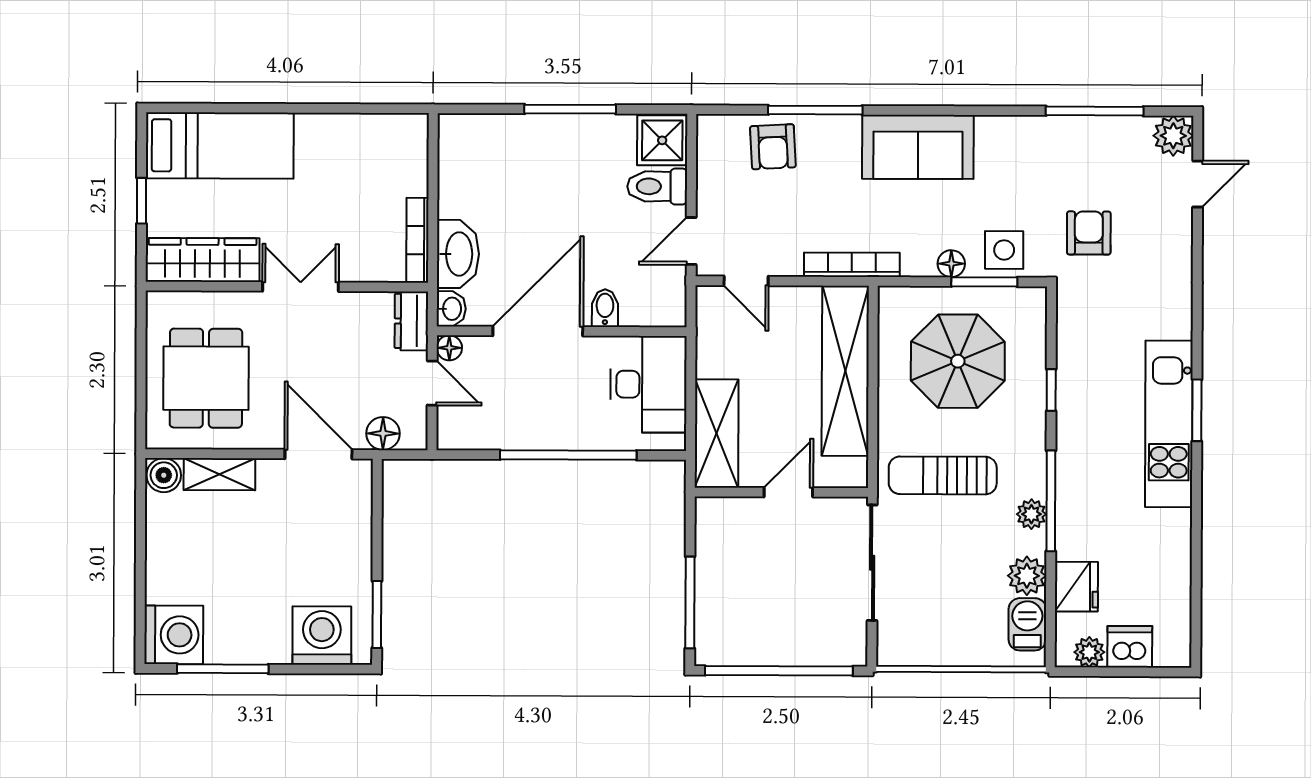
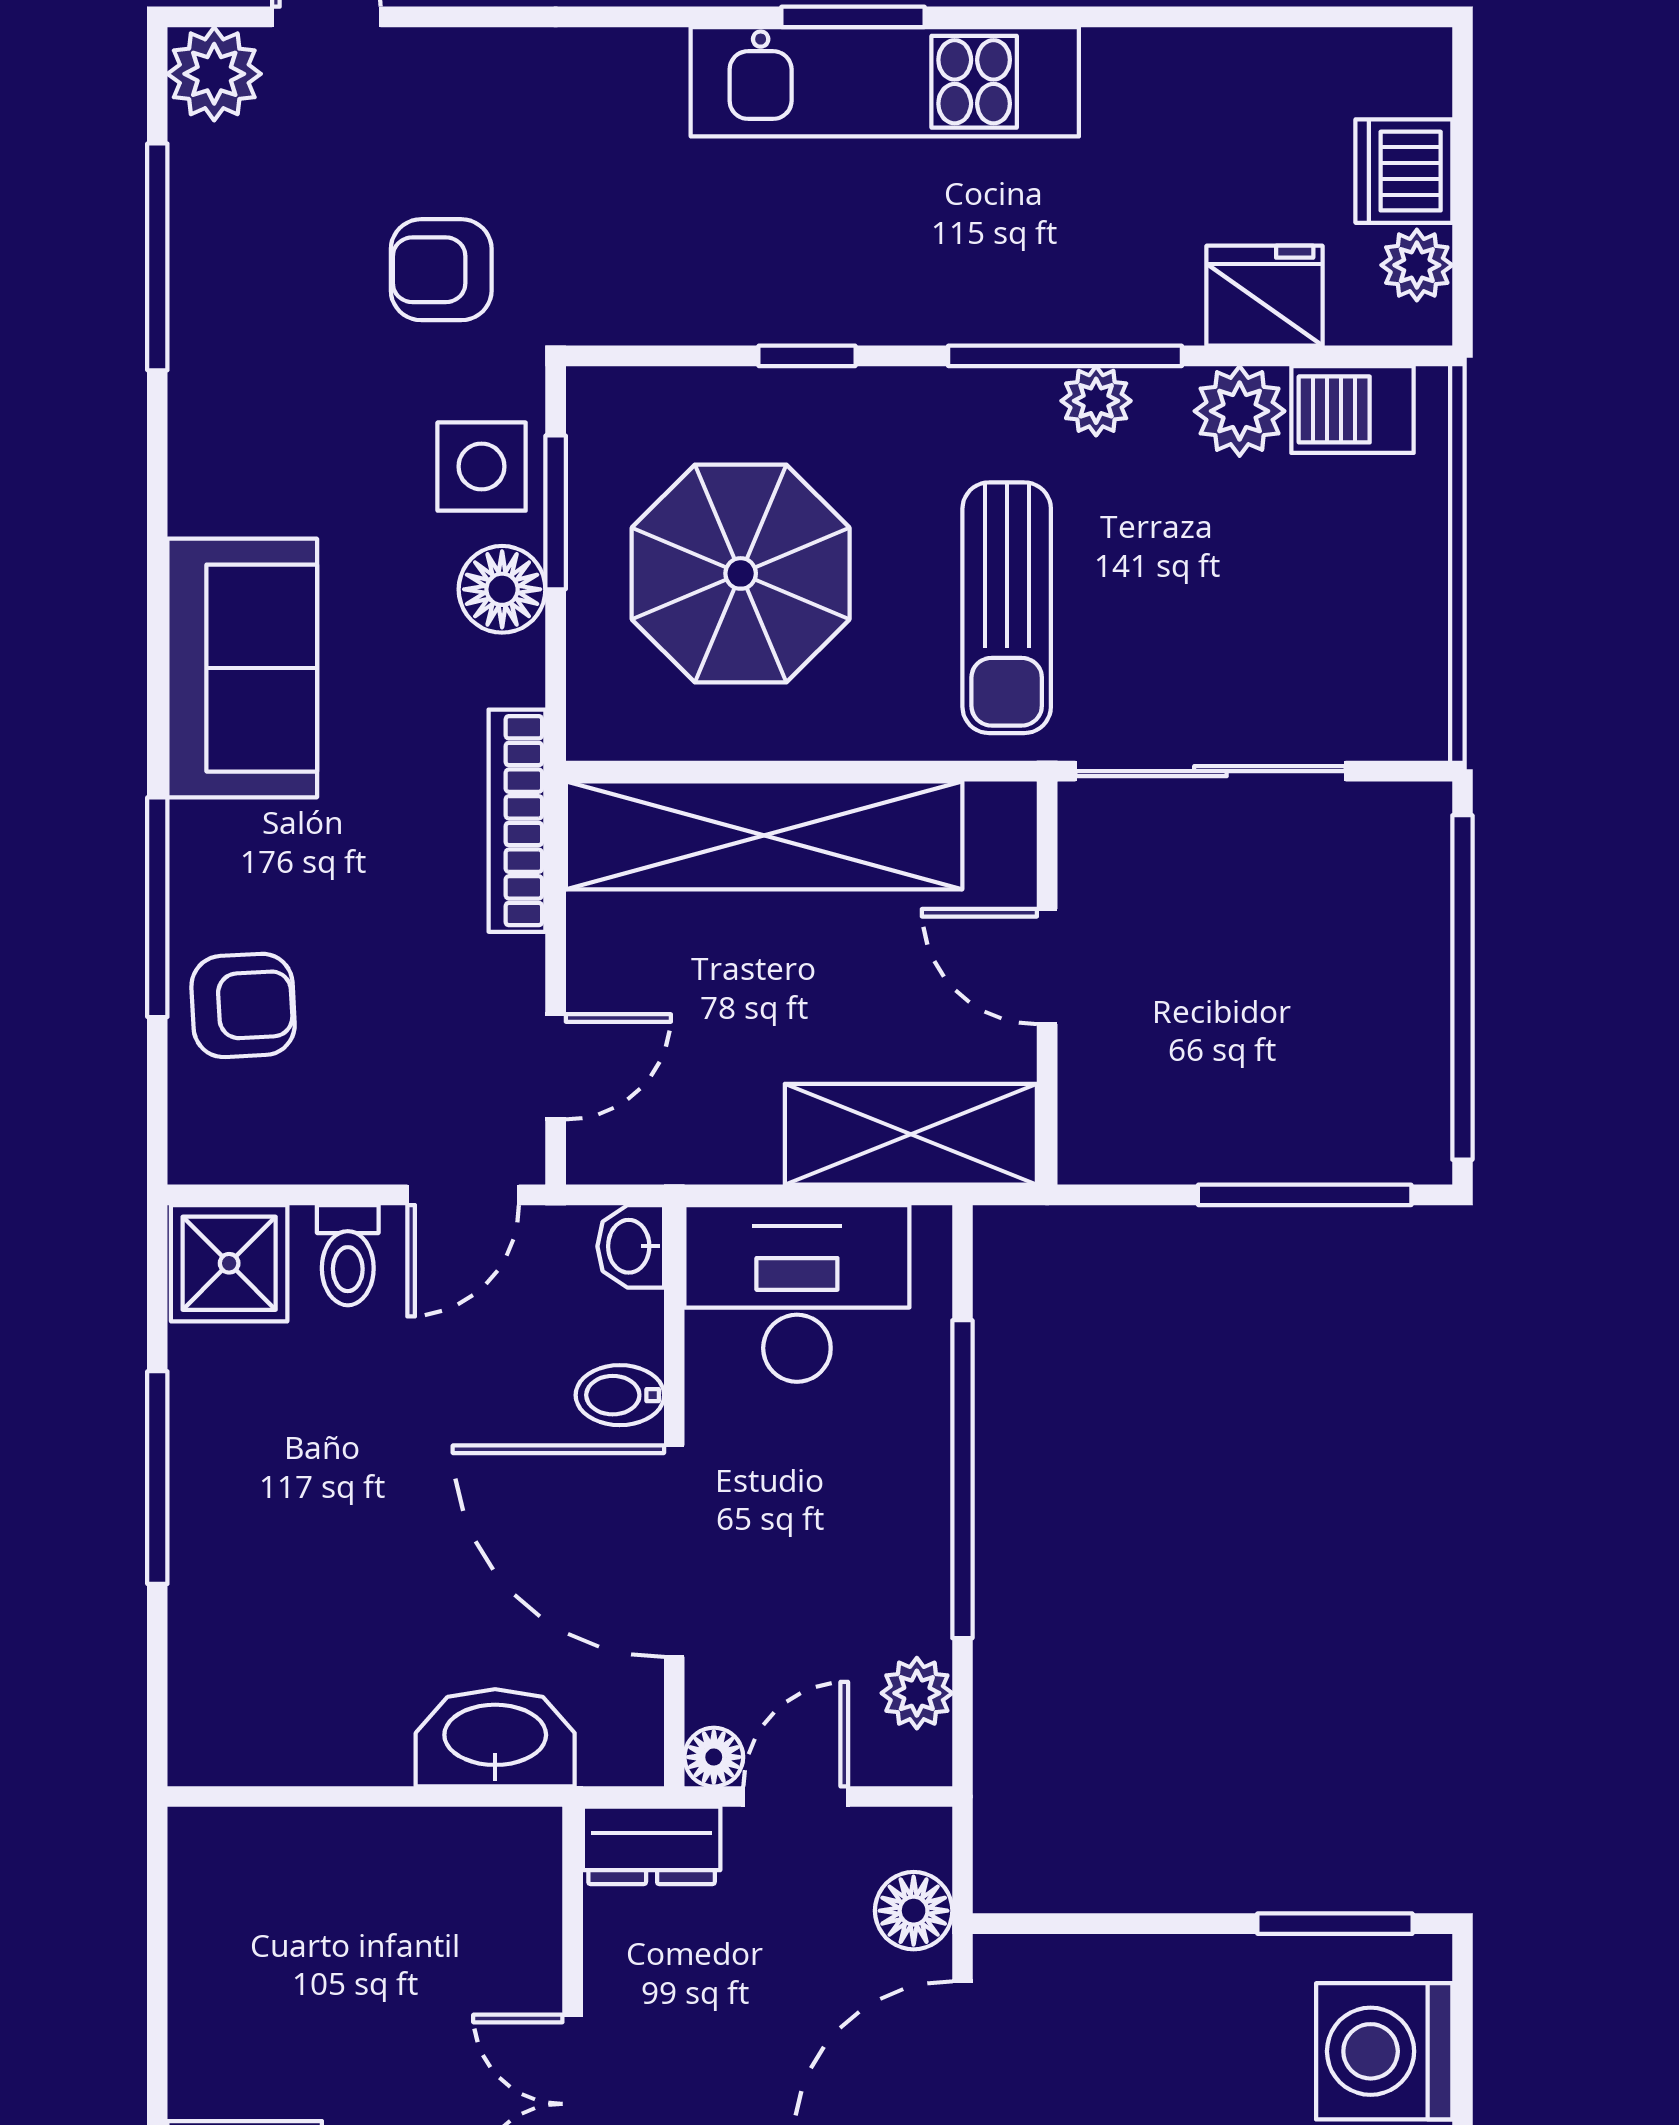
toilet: (657, 186) -> (348, 1255), width x0.73, depth x0.72
bookcase: (417, 240) -> (464, 1832), removed
door: (691, 241) -> (463, 1195), hinge flipped
floor lamp: (951, 264) -> (502, 589), width x1.37, depth x1.37
washbasin: (451, 309) -> (631, 1246), moved, turned -90
plant: (476, 435) -> (917, 1693), added

